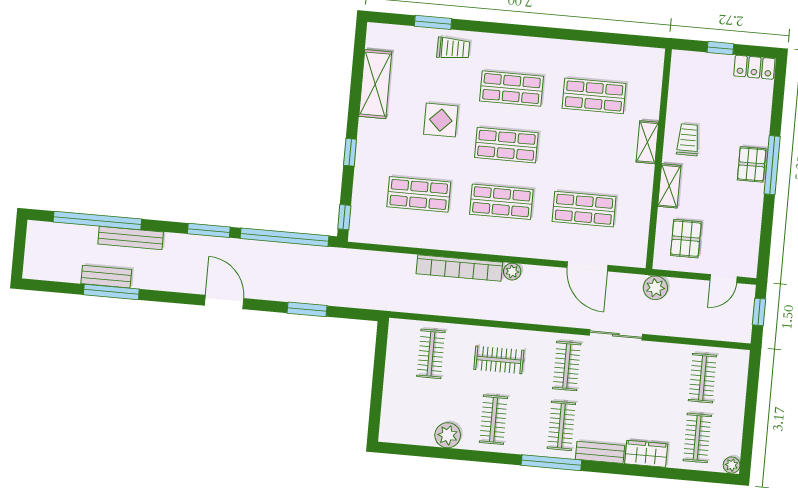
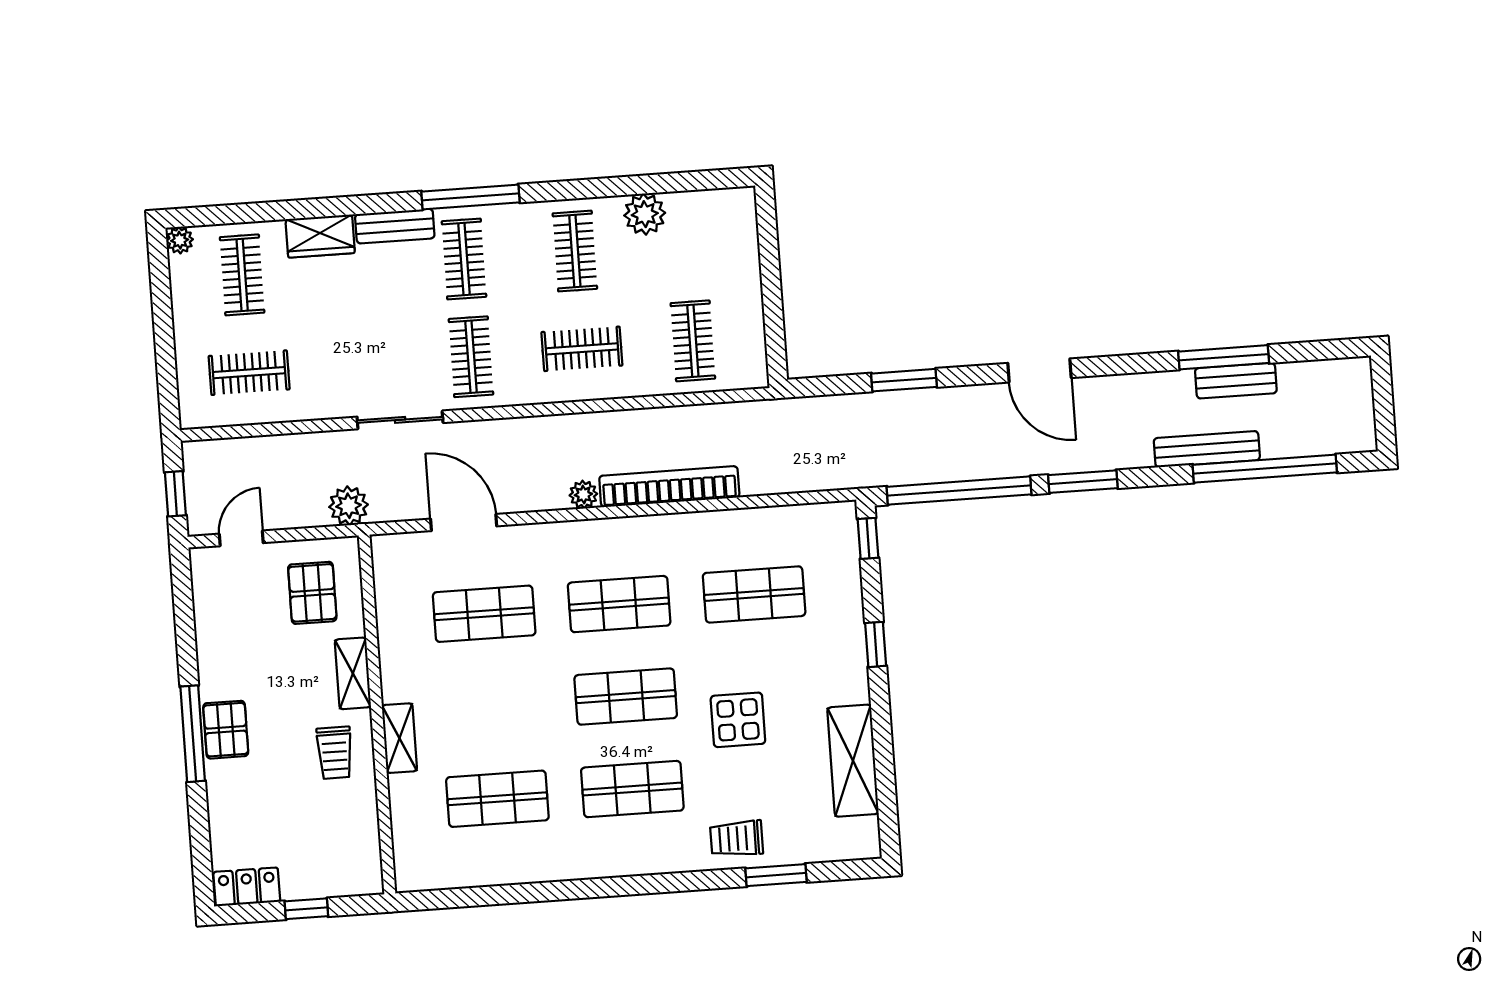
clothes rail: (703, 378) -> (249, 373), turned 90

